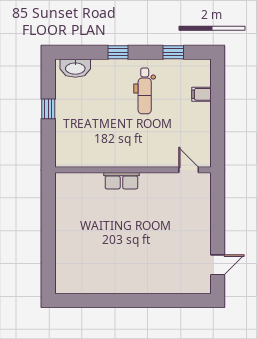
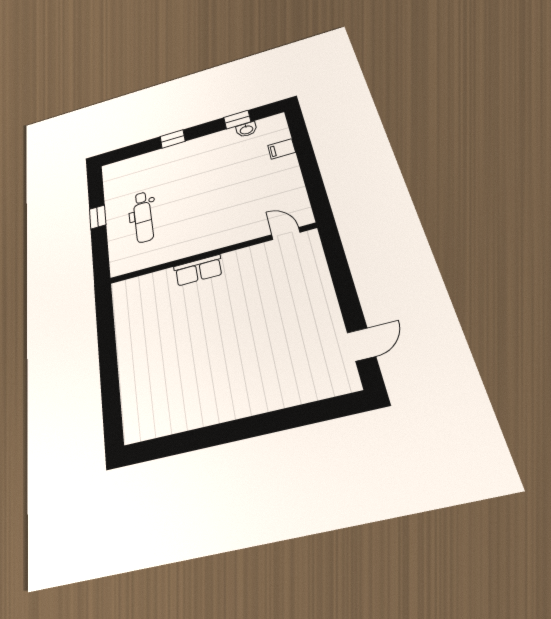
washbasin: (75, 68) -> (246, 130), moved, width x0.52, depth x0.69
dental chair: (145, 91) -> (143, 217), moved

